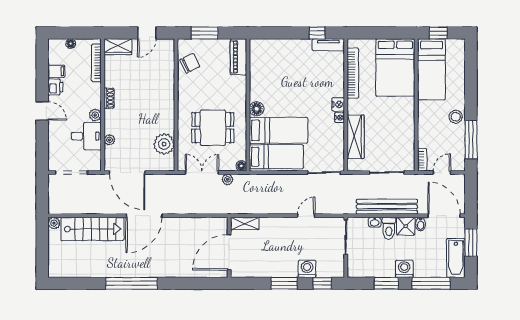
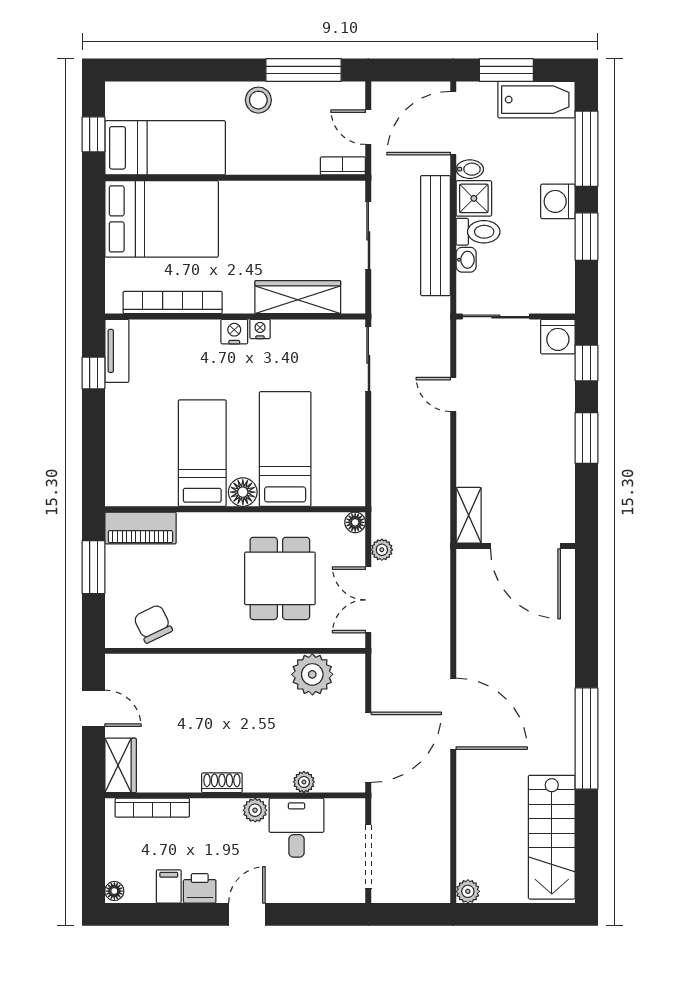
window: (205, 33) -> (93, 567), moved
floor lamp: (71, 44) -> (114, 891), moved
bed: (276, 157) -> (202, 453), moved
stairs: (92, 229) -> (552, 837), moved, turned 180
washing machine: (307, 269) -> (558, 337), moved, turned -90

